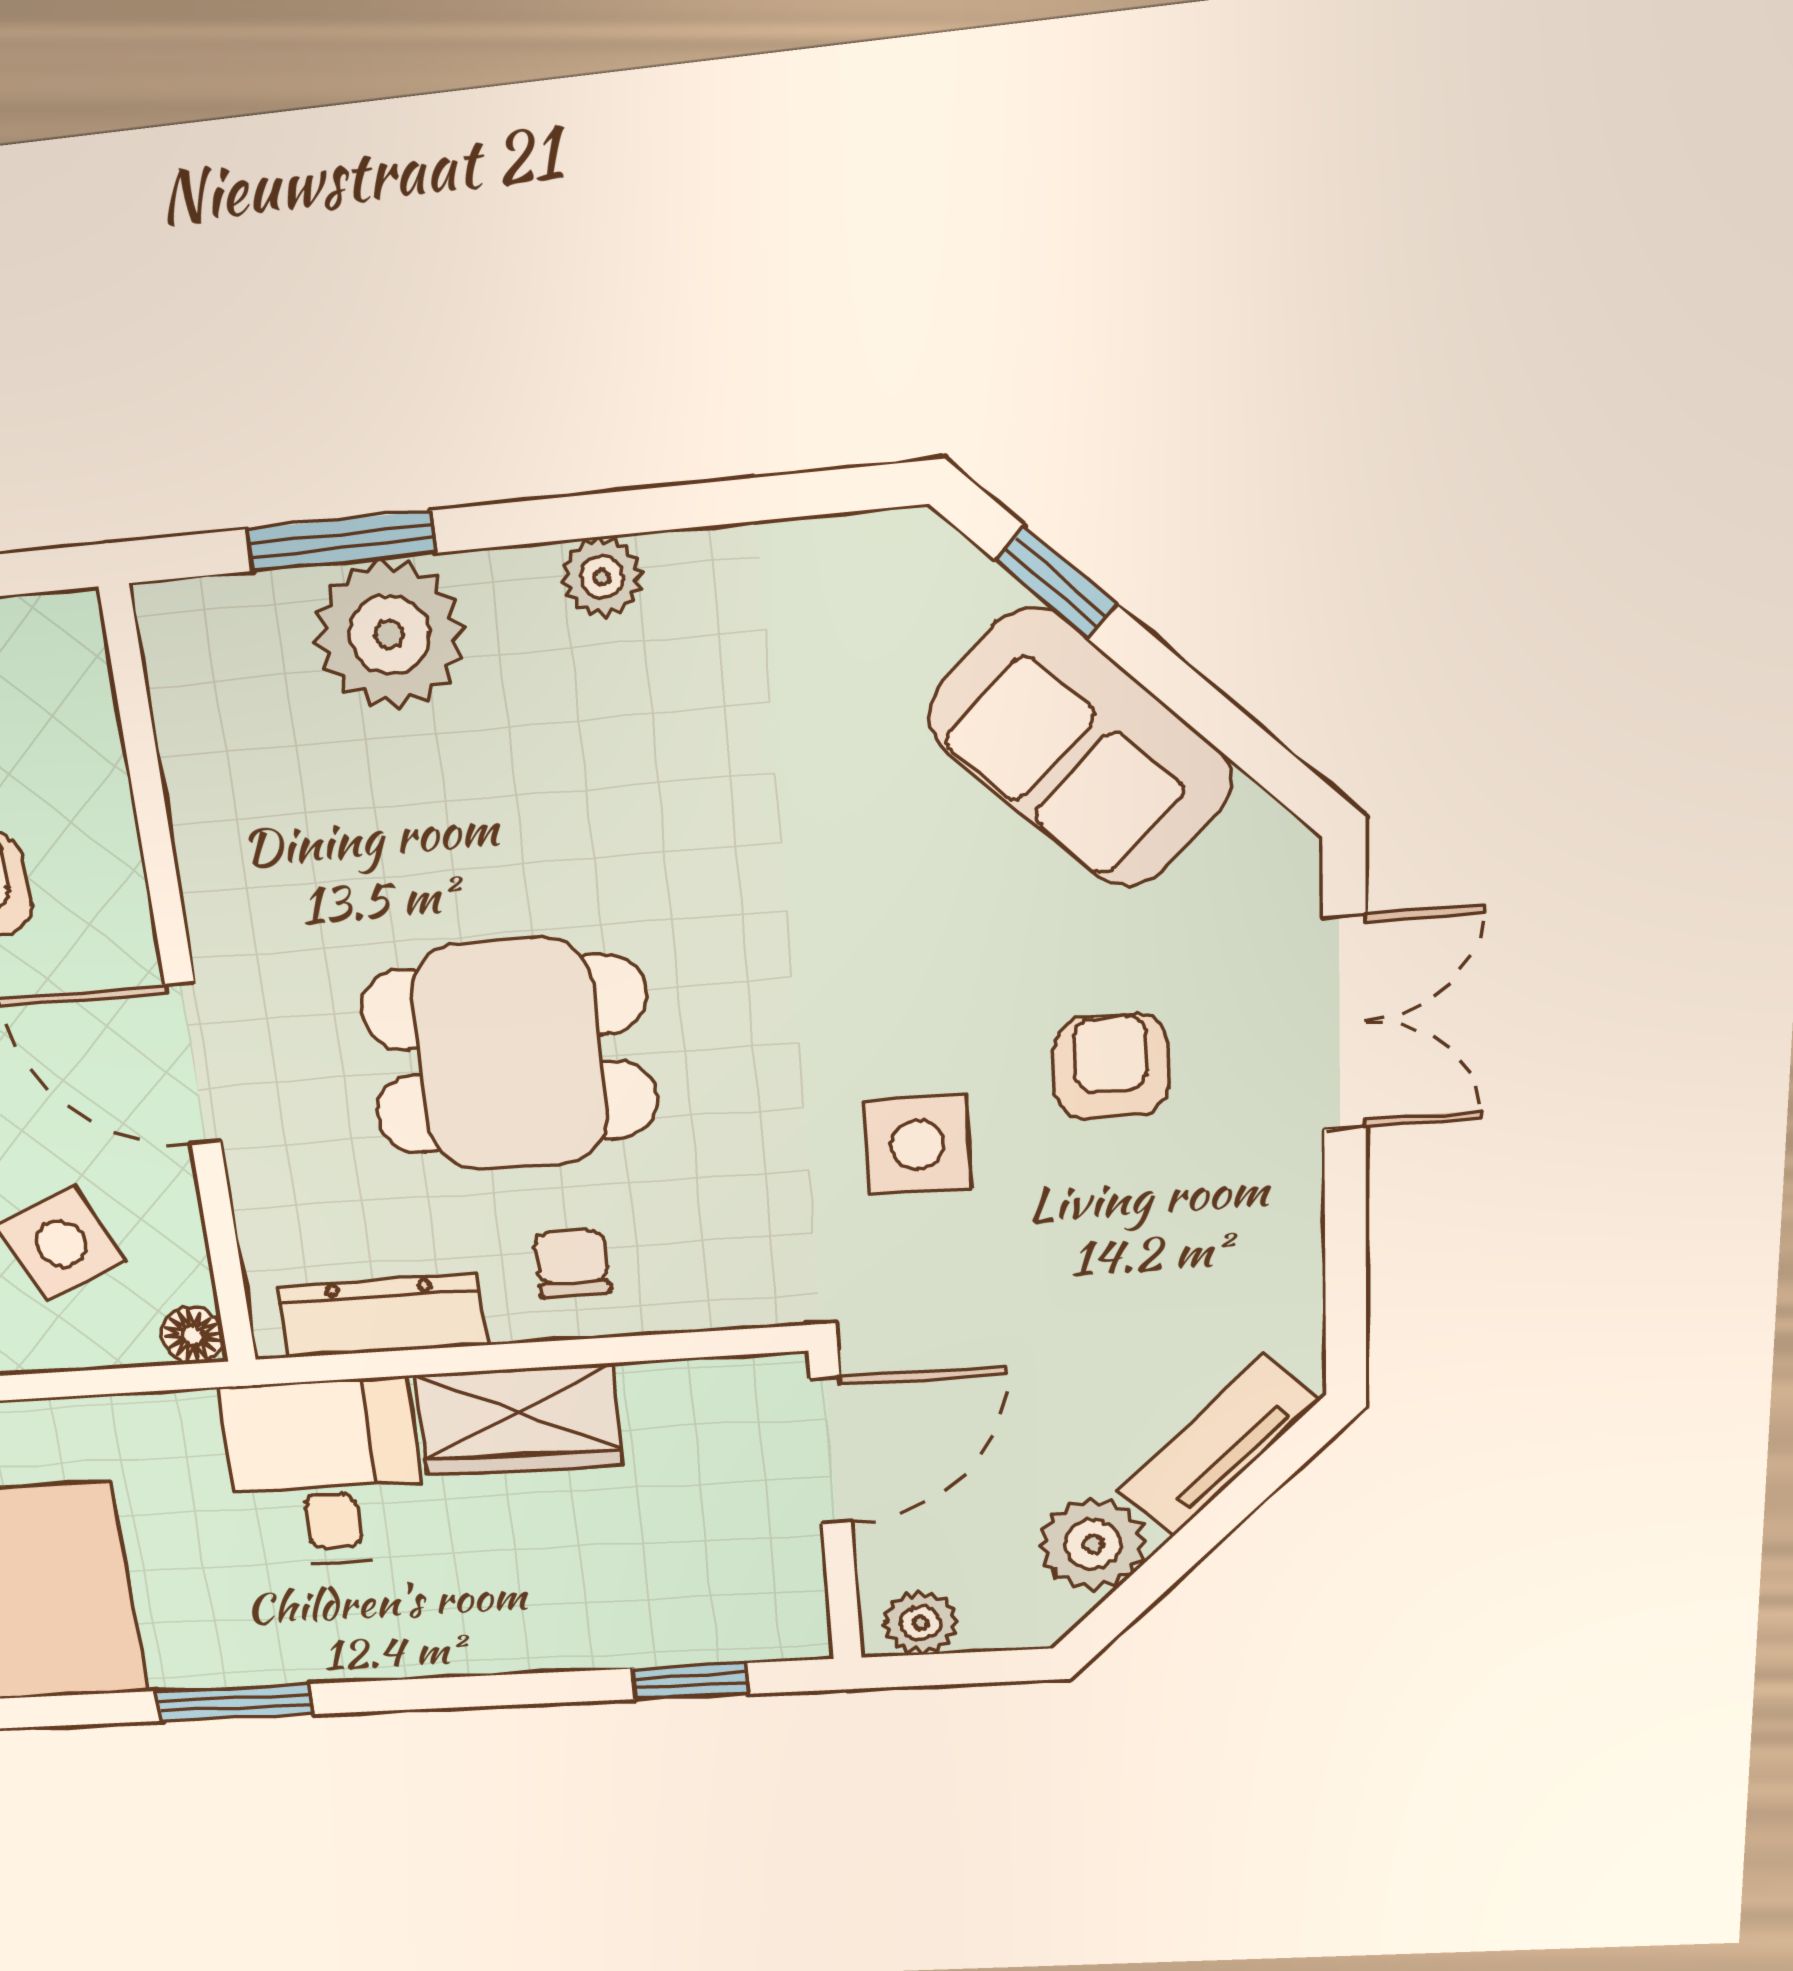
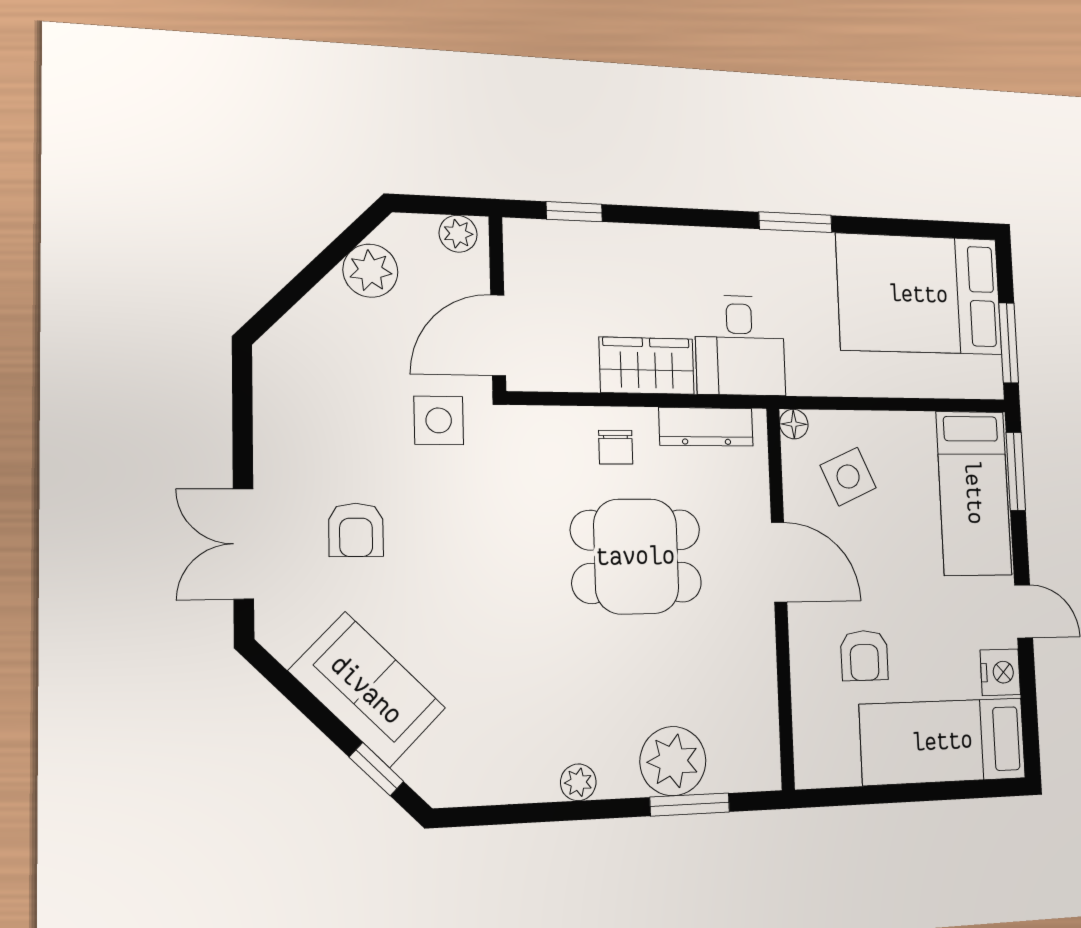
side table: (917, 1145) -> (439, 420), moved
tv unit: (1218, 1446) -> (307, 321), removed

